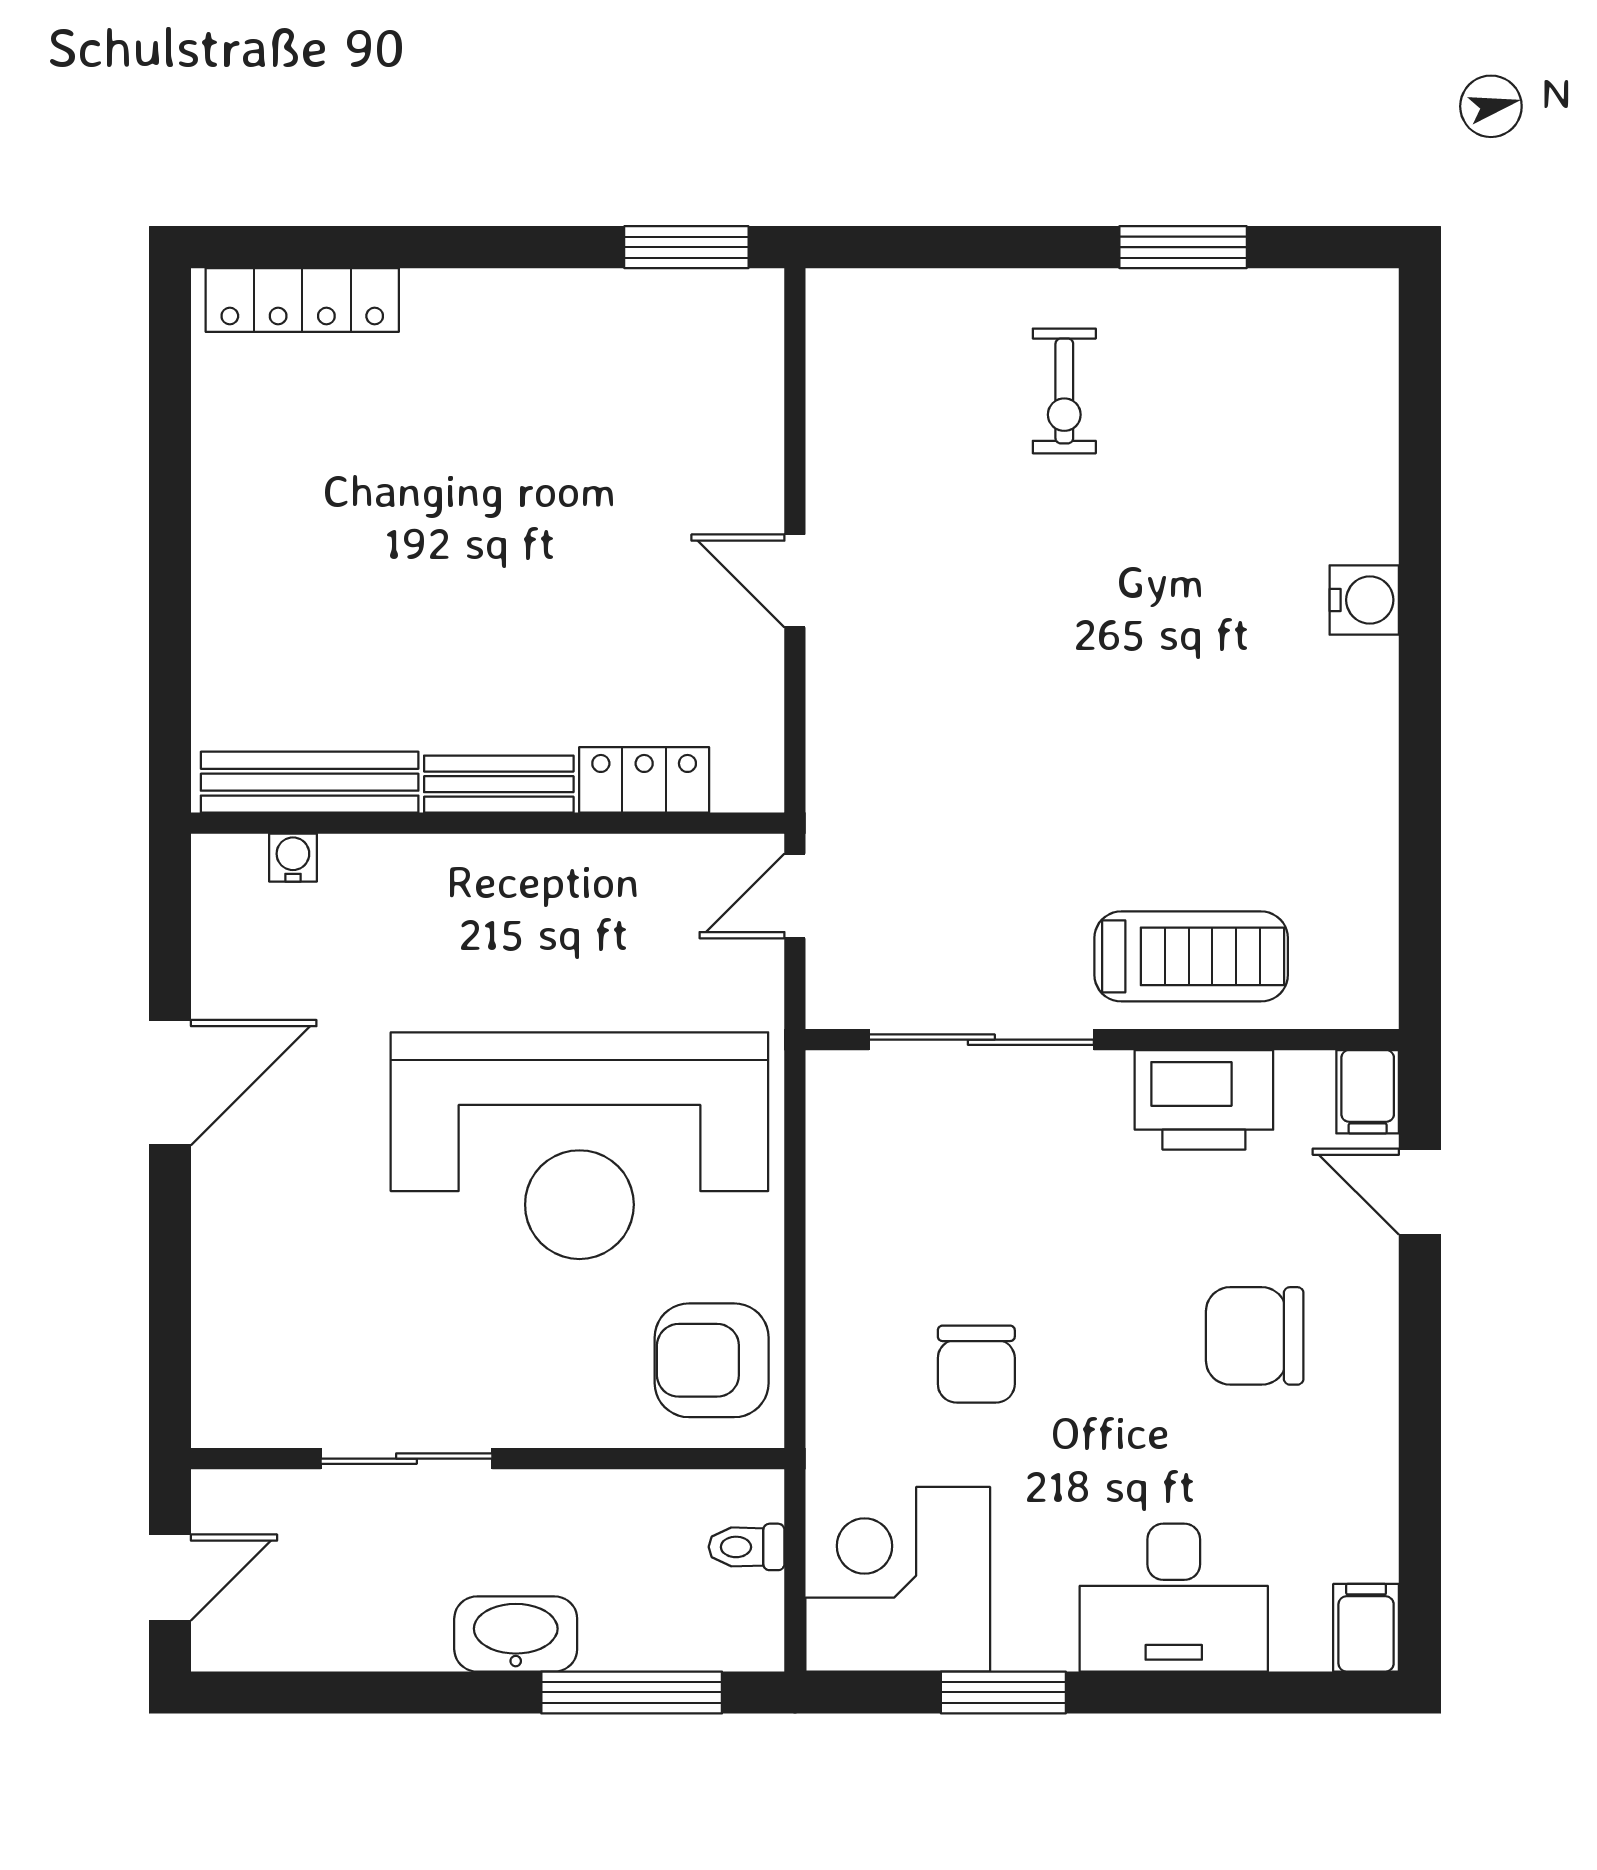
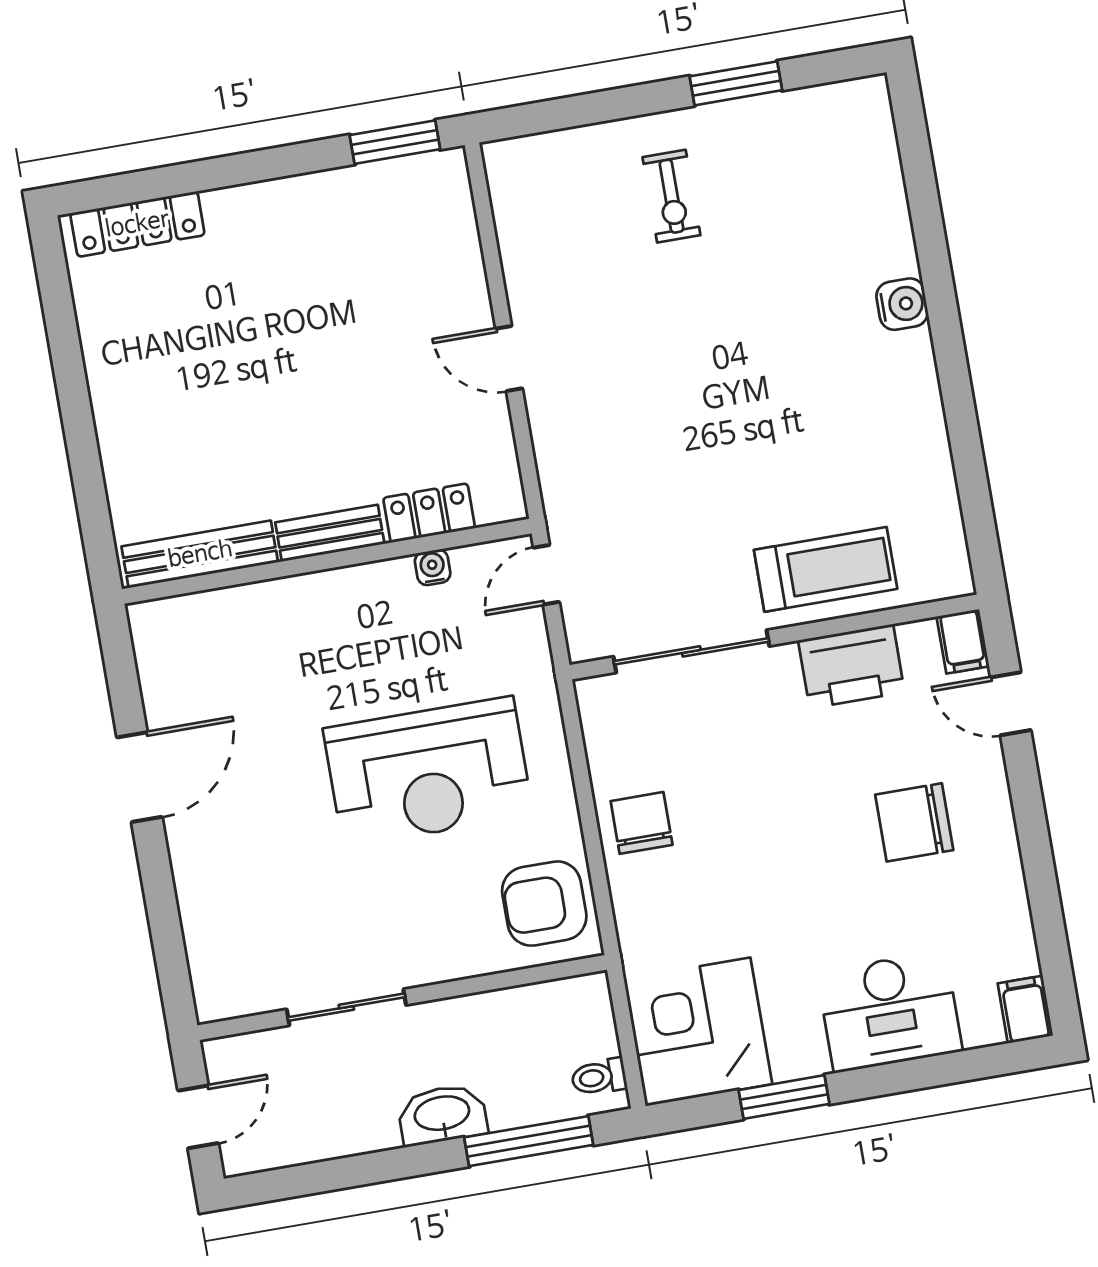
water cooler: (293, 858) -> (433, 567), moved
reception desk: (579, 1146) -> (428, 772), width x0.74, depth x0.77
chair: (976, 1364) -> (642, 823), moved, turned 180
toilet: (747, 1547) -> (599, 1077), moved

